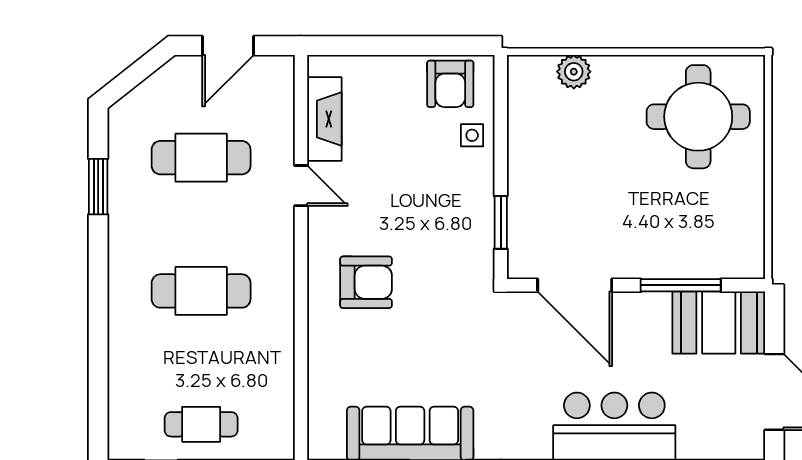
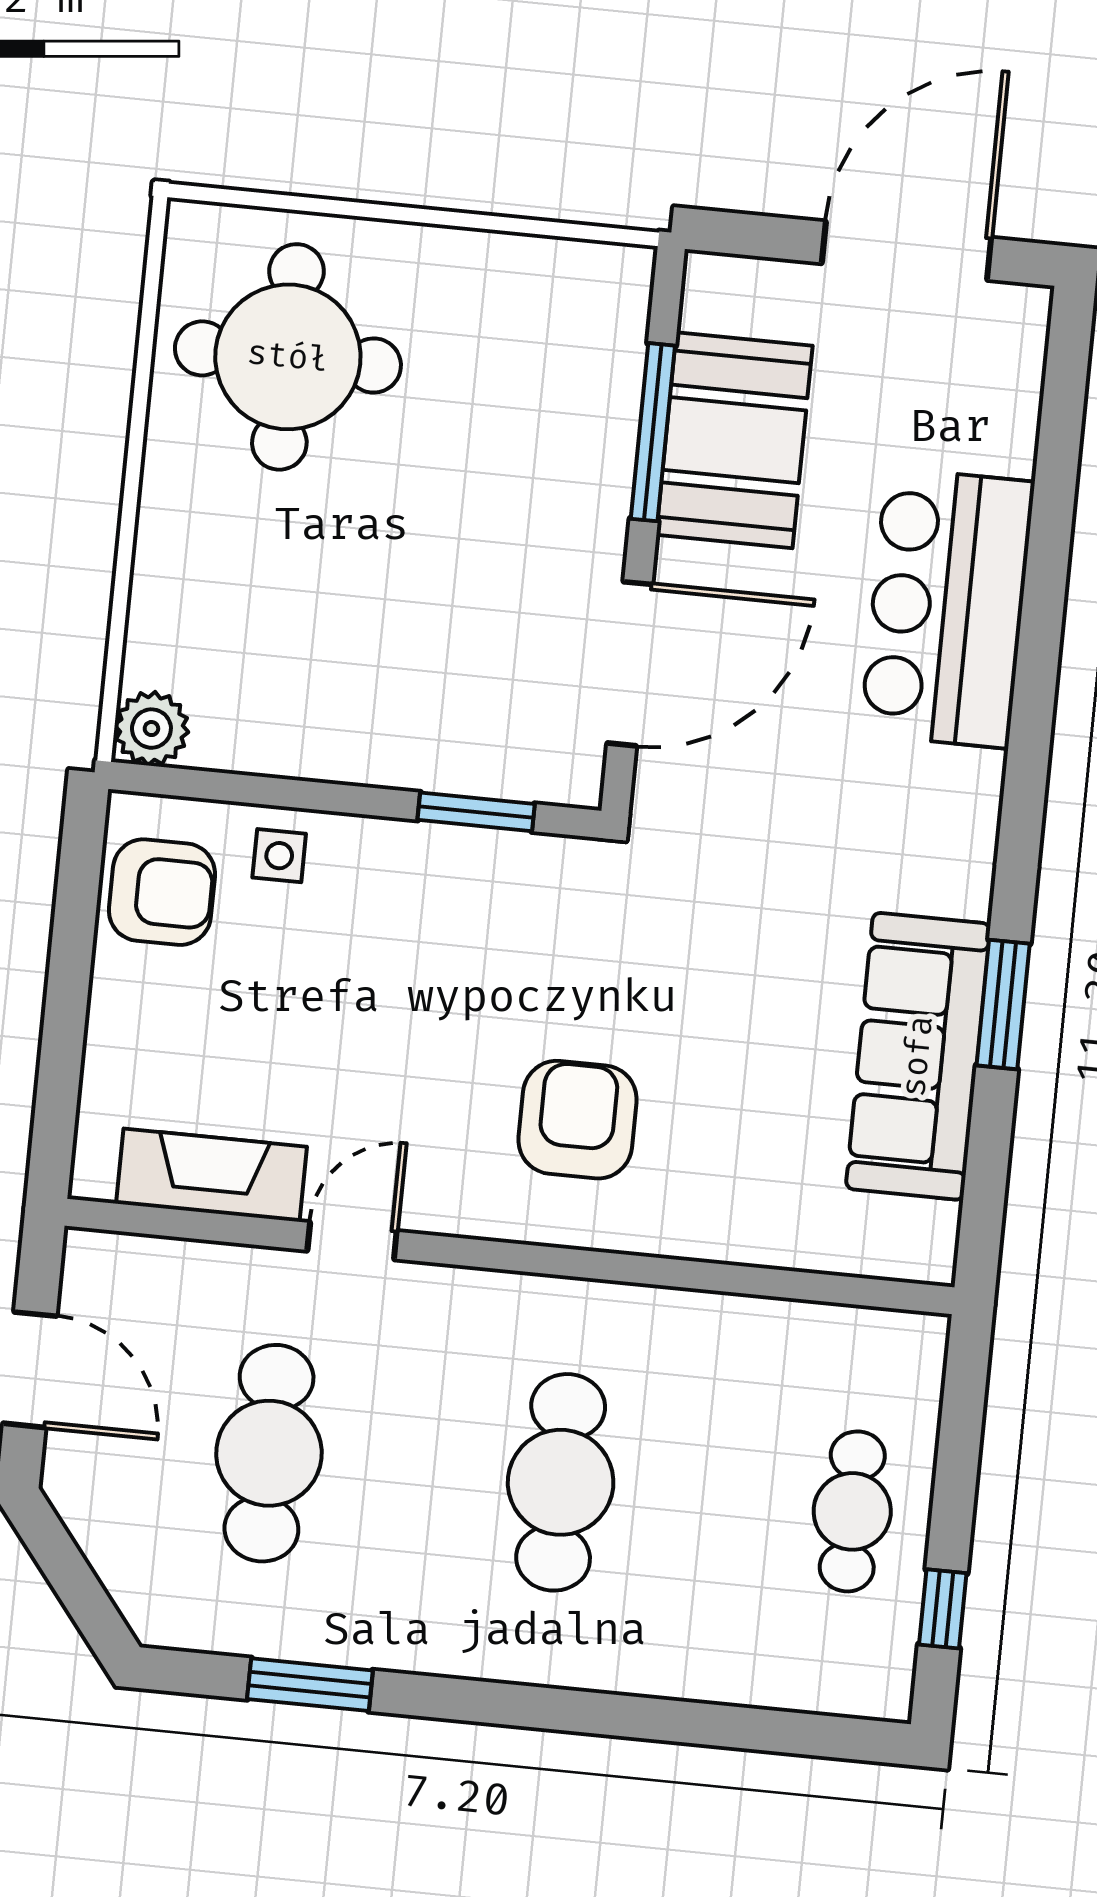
plant: (574, 72) -> (151, 729), moved
booth: (719, 323) -> (734, 440), moved

